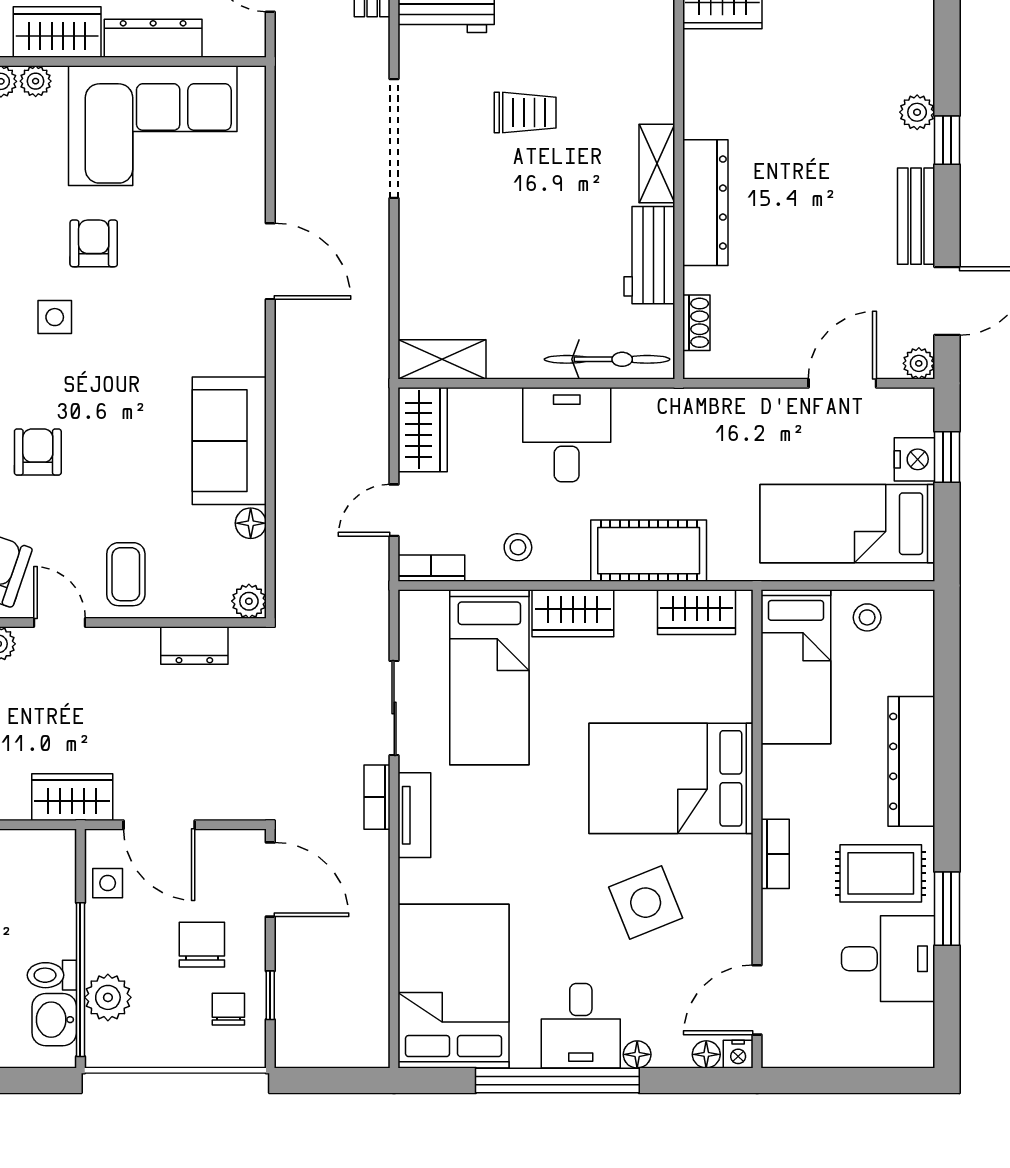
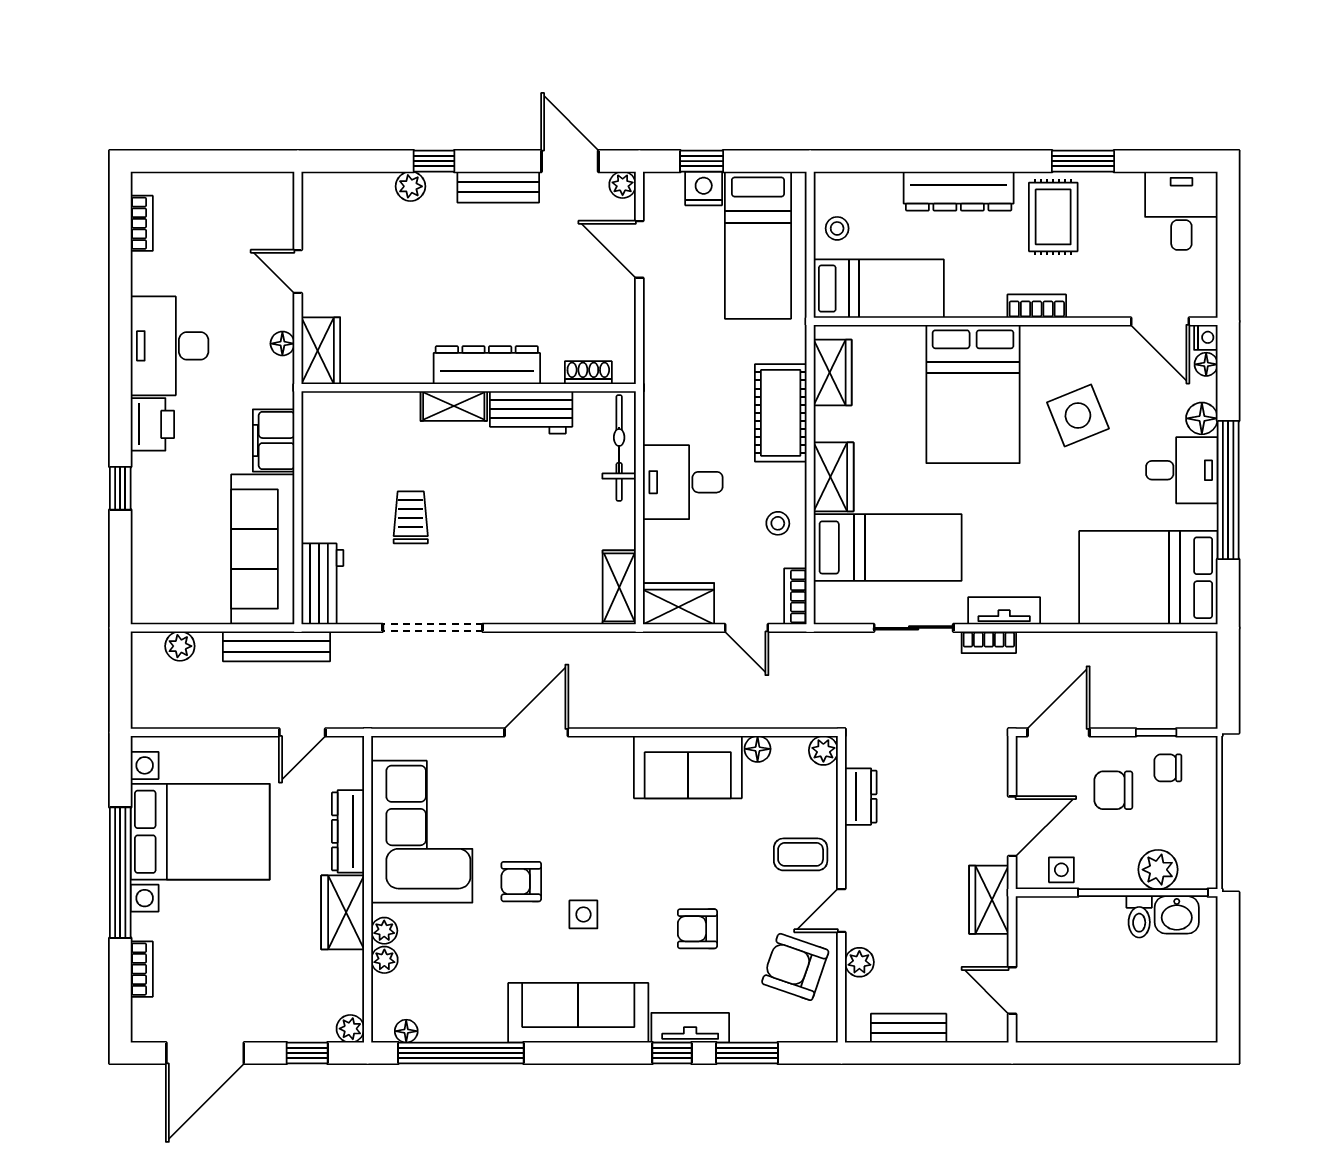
desk: (888, 959) -> (1181, 211), moved
floor lamp: (637, 1054) -> (1202, 418), width x1.37, depth x1.37

